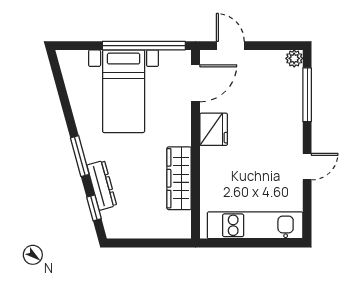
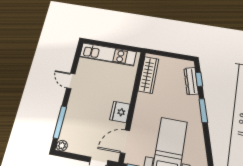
door: (307, 167) -> (71, 81), hinge flipped
wardrobe: (179, 178) -> (148, 75), moved
dresser: (102, 185) -> (191, 81), moved

